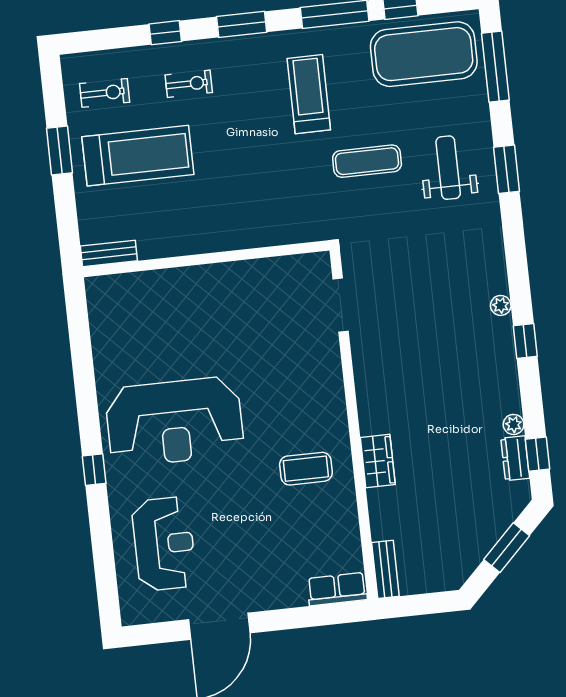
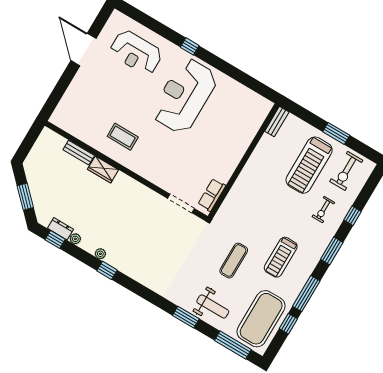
exercise bike: (105, 93) -> (346, 171), width x1.38, depth x1.39
treadmill: (309, 94) -> (281, 257), turned 90
weight bench: (448, 168) -> (213, 306), moved
plant: (501, 305) -> (100, 254), moved
coffee table: (306, 469) -> (123, 137), turned 90
bench: (385, 569) -> (79, 153), moved
row of seats: (337, 589) -> (212, 195), moved, turned 180

